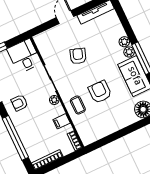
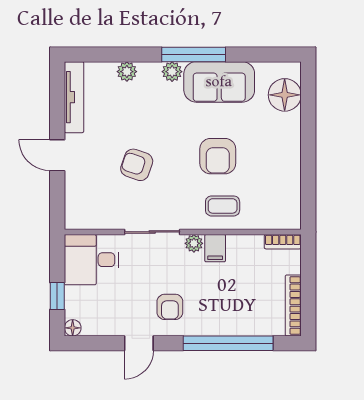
plant: (124, 42) -> (127, 72), moved
armchair: (100, 92) -> (218, 156), turned -90
filing cabinet: (62, 121) -> (215, 248), moved

